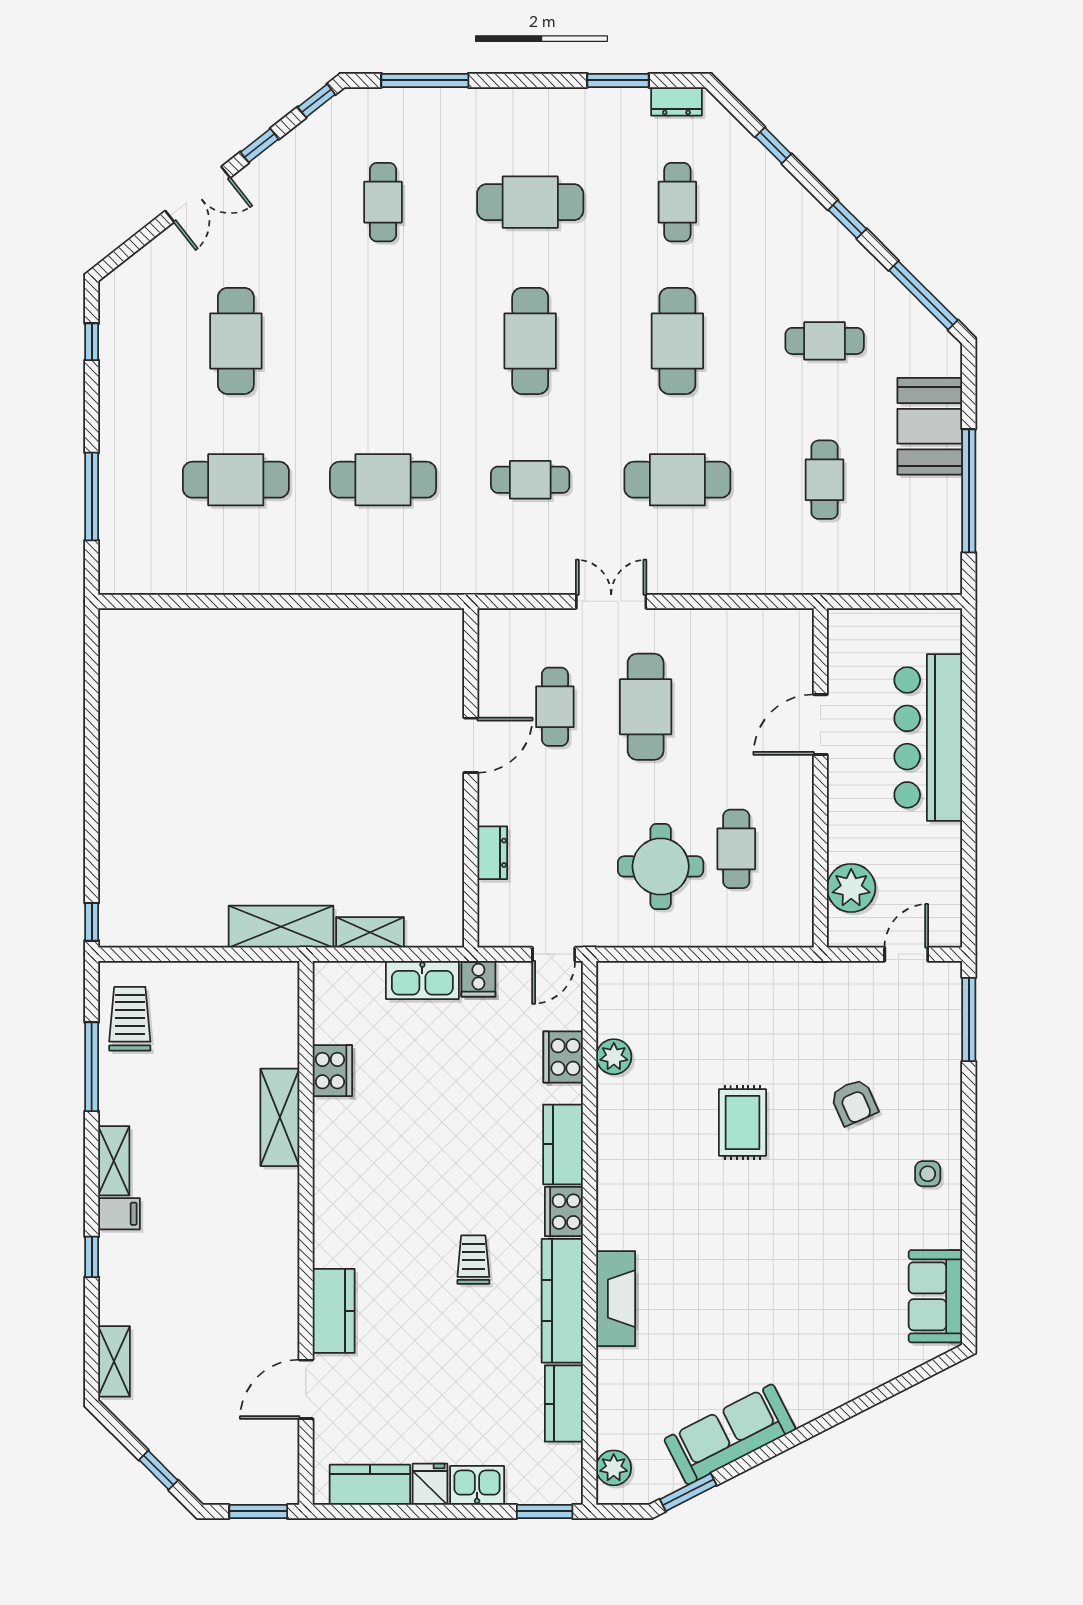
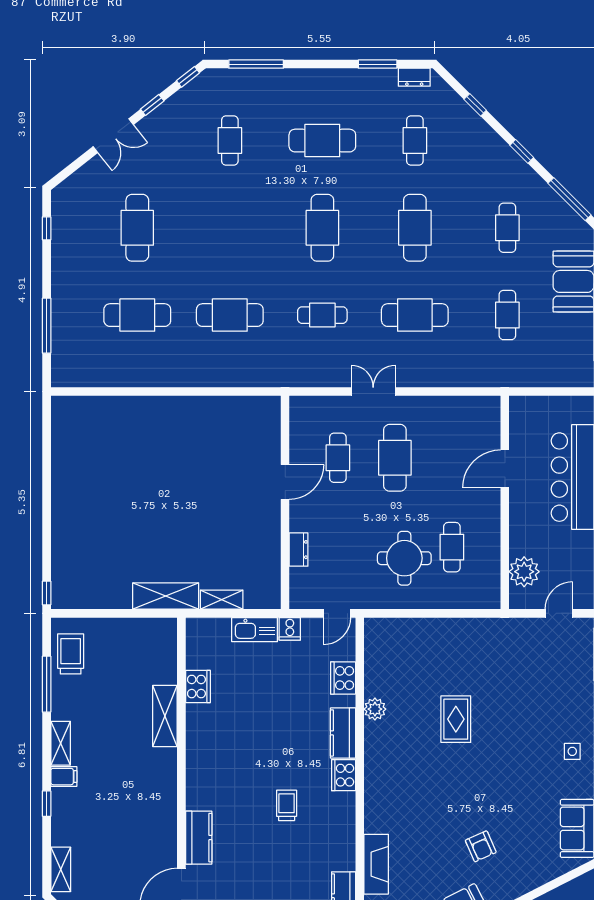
cafe table: (825, 341) -> (507, 228), turned 90
plant: (614, 1057) -> (375, 709), moved
armchair: (854, 1102) -> (481, 846), moved
fireplace: (616, 1299) -> (376, 864), moved
kitchen counter: (562, 1301) -> (343, 831), removed

